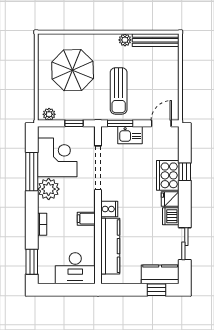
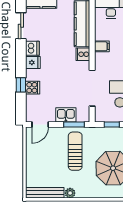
cooker: (168, 175) -> (33, 88), width x0.53, depth x0.76

